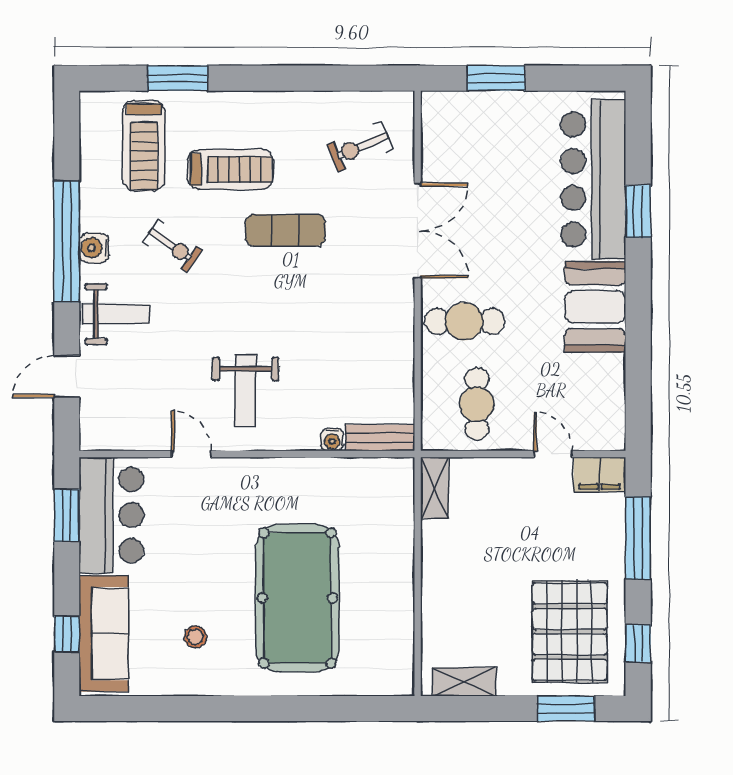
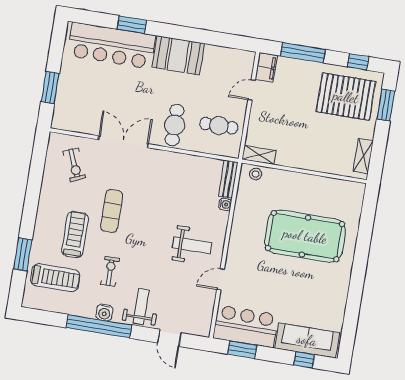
exercise bike: (172, 246) -> (110, 271), turned -35
stool: (195, 637) -> (256, 174), moved

